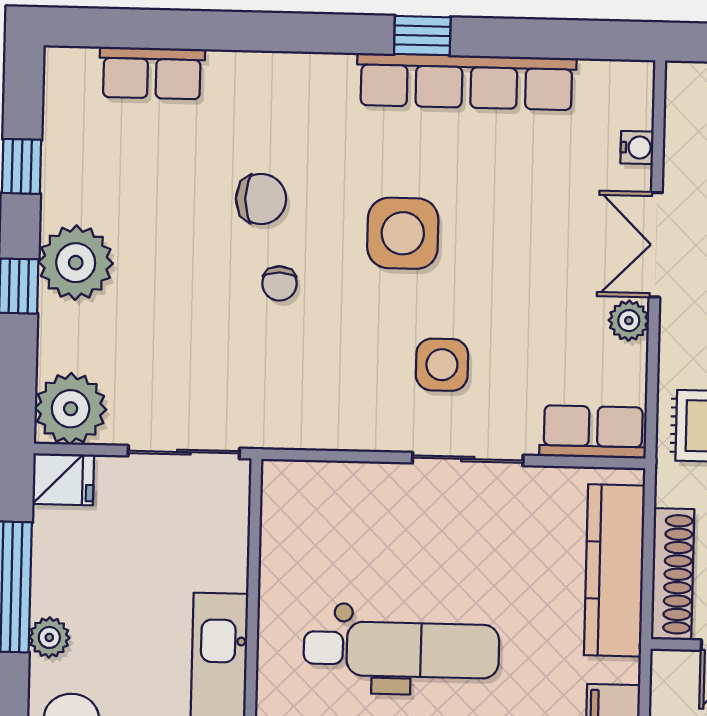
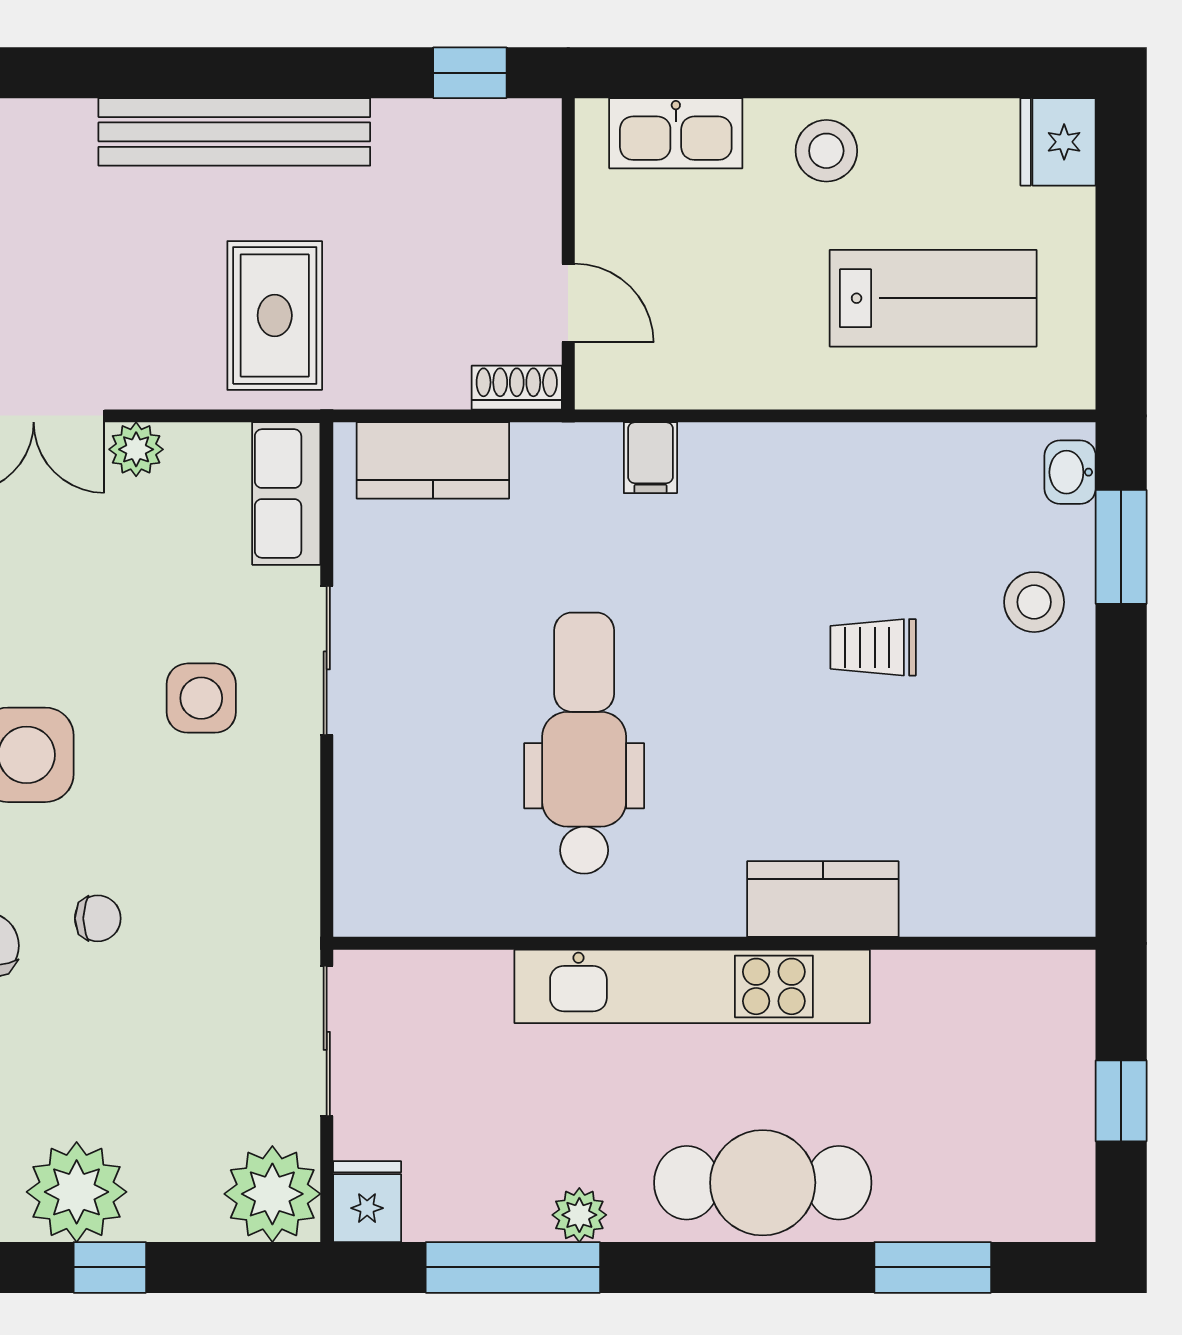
kitchen counter: (614, 570) -> (433, 460), width x0.67
shoe rack: (673, 574) -> (517, 388), width x0.51, depth x0.81

